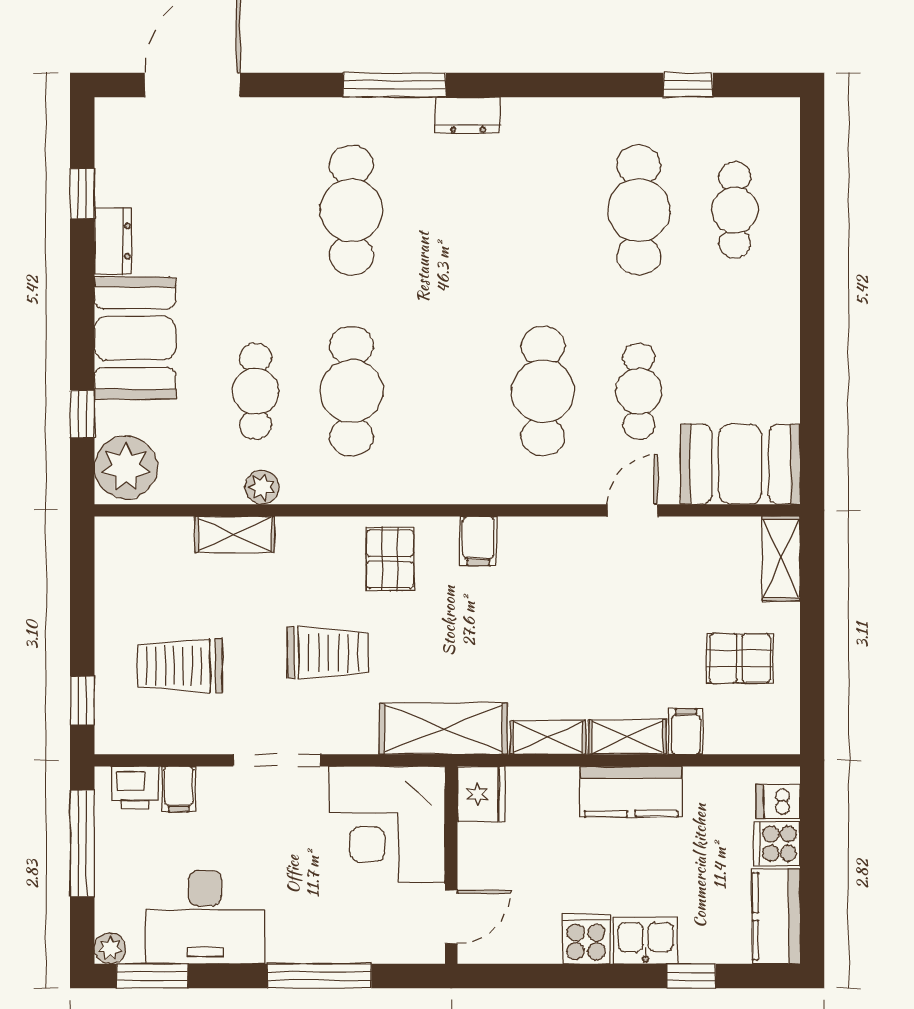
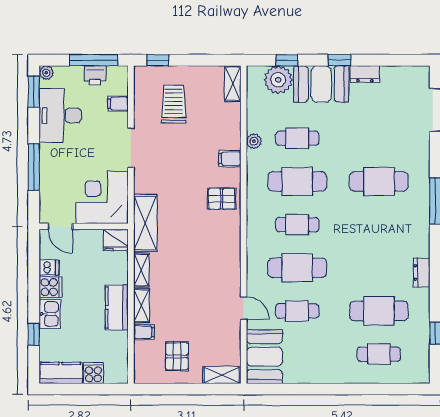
dresser: (468, 115) -> (422, 272), moved
window: (82, 194) -> (340, 60), moved
cafe table: (447, 391) -> (297, 225), added
plant: (126, 468) -> (278, 80), moved
shelving: (235, 534) -> (233, 84), moved
filing cabinet: (478, 541) -> (230, 159), moved
trolley: (328, 653) -> (179, 171), removed
printer: (135, 788) -> (95, 75), moved, turned -90
dishwasher: (778, 801) -> (49, 267), moved, turned 90

